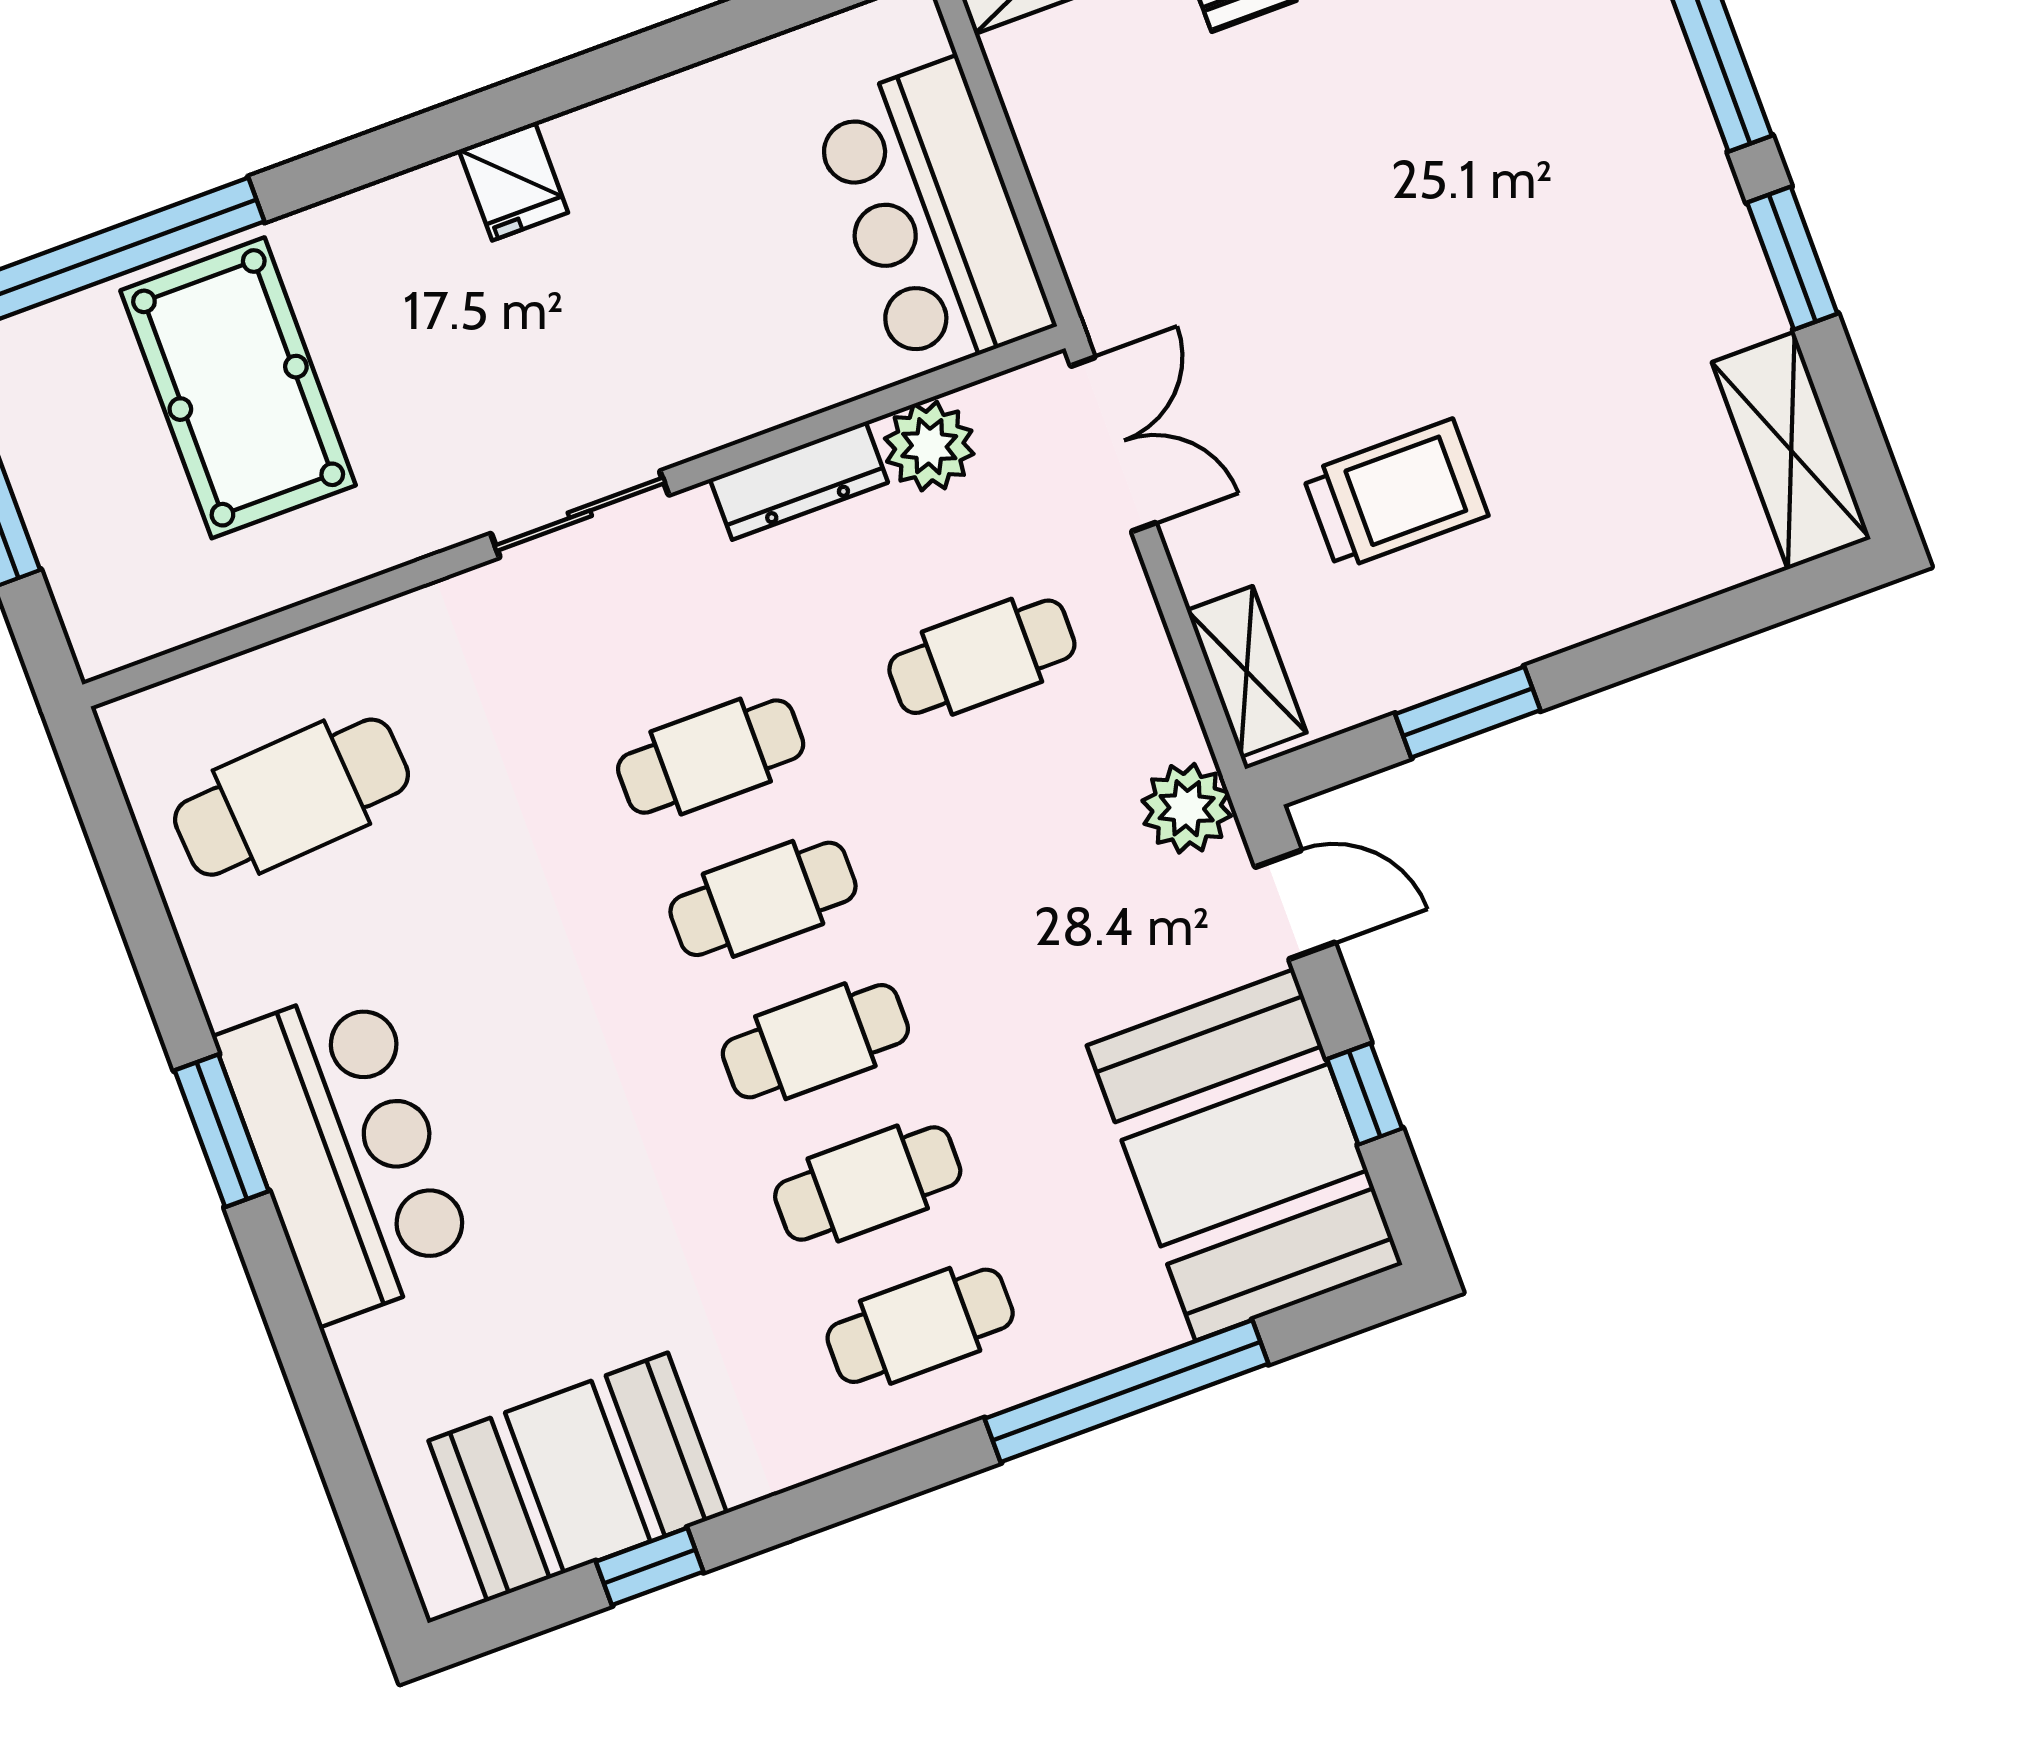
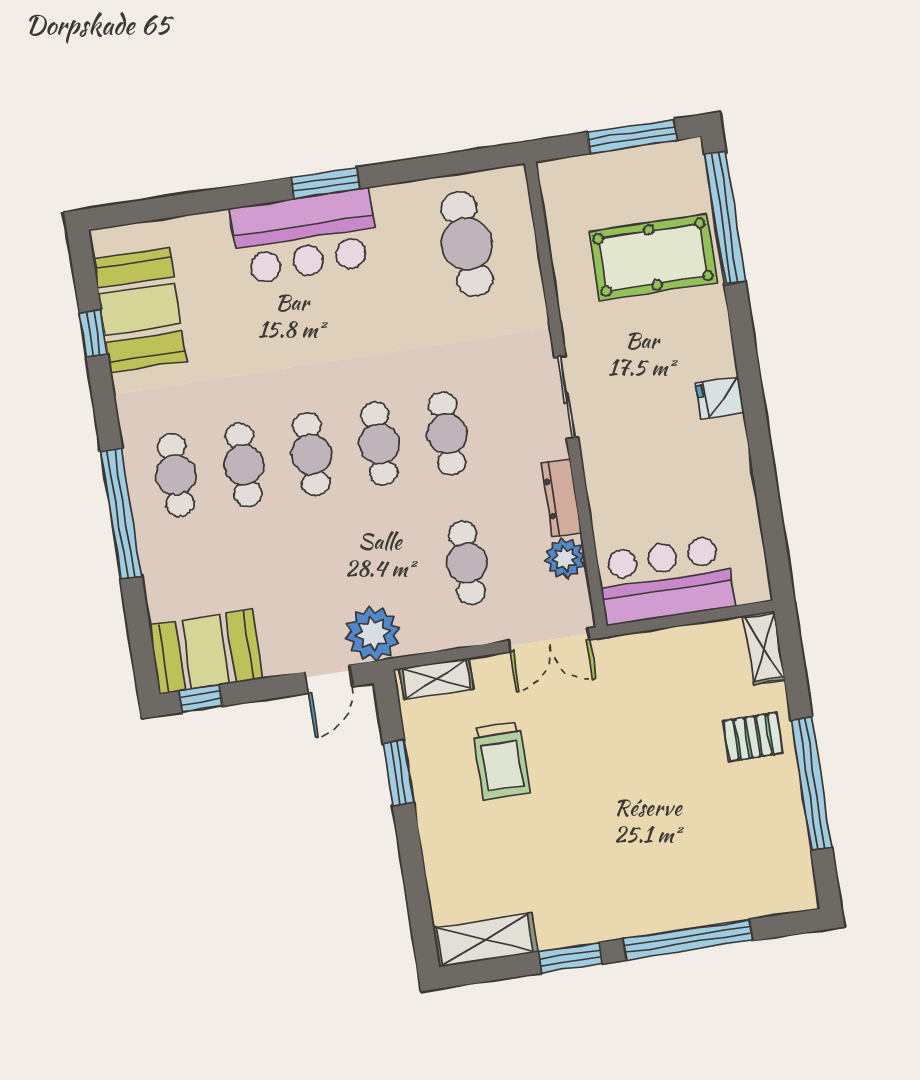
plant: (1187, 808) -> (373, 634), width x1.36, depth x1.36
window: (1365, 1094) -> (201, 699), moved
booth: (1245, 1155) -> (206, 652), width x0.73, depth x0.70
window: (1126, 1391) -> (121, 513), moved

